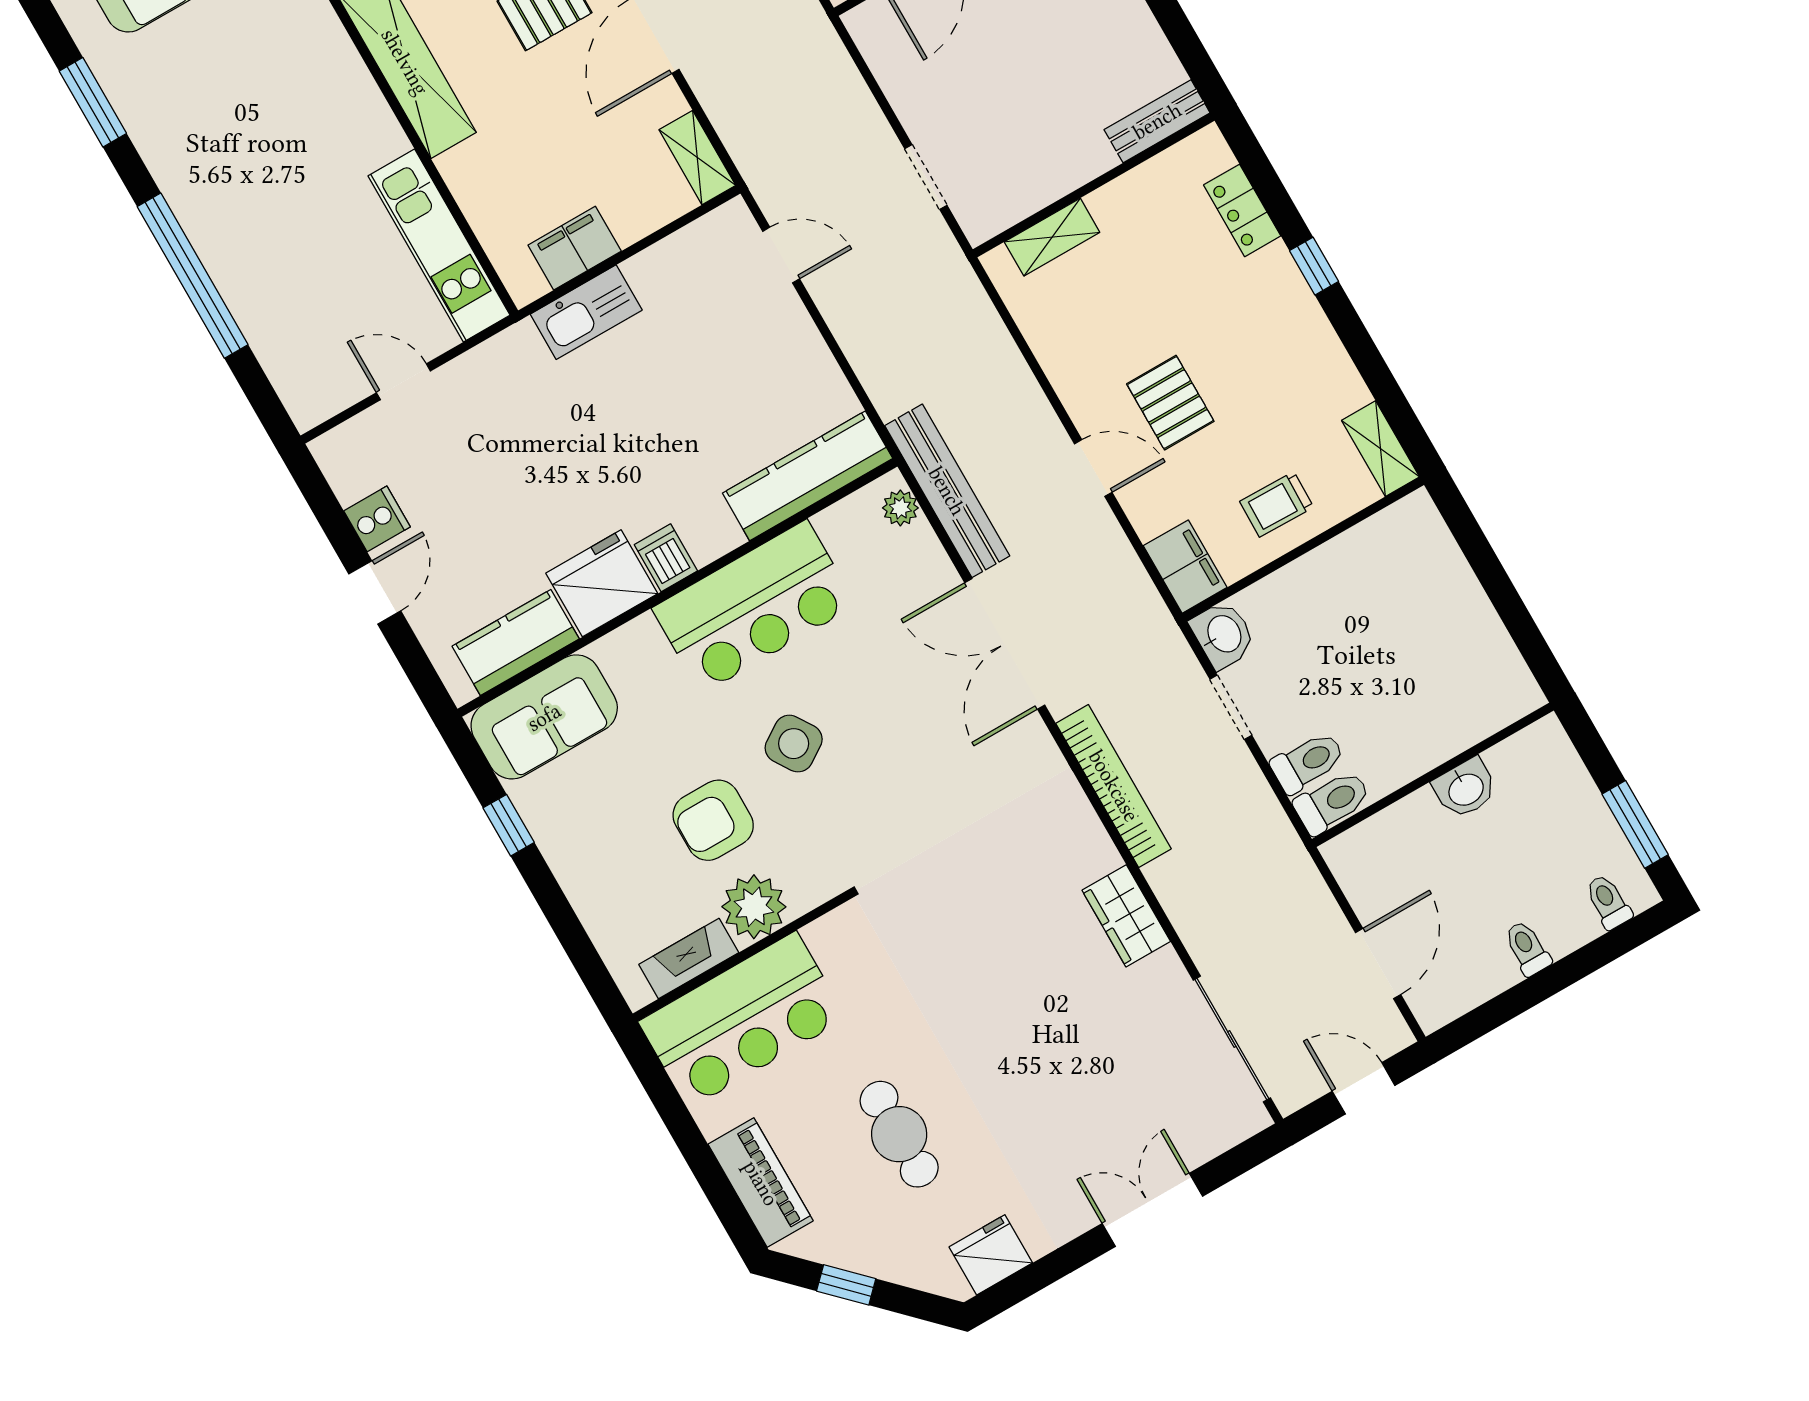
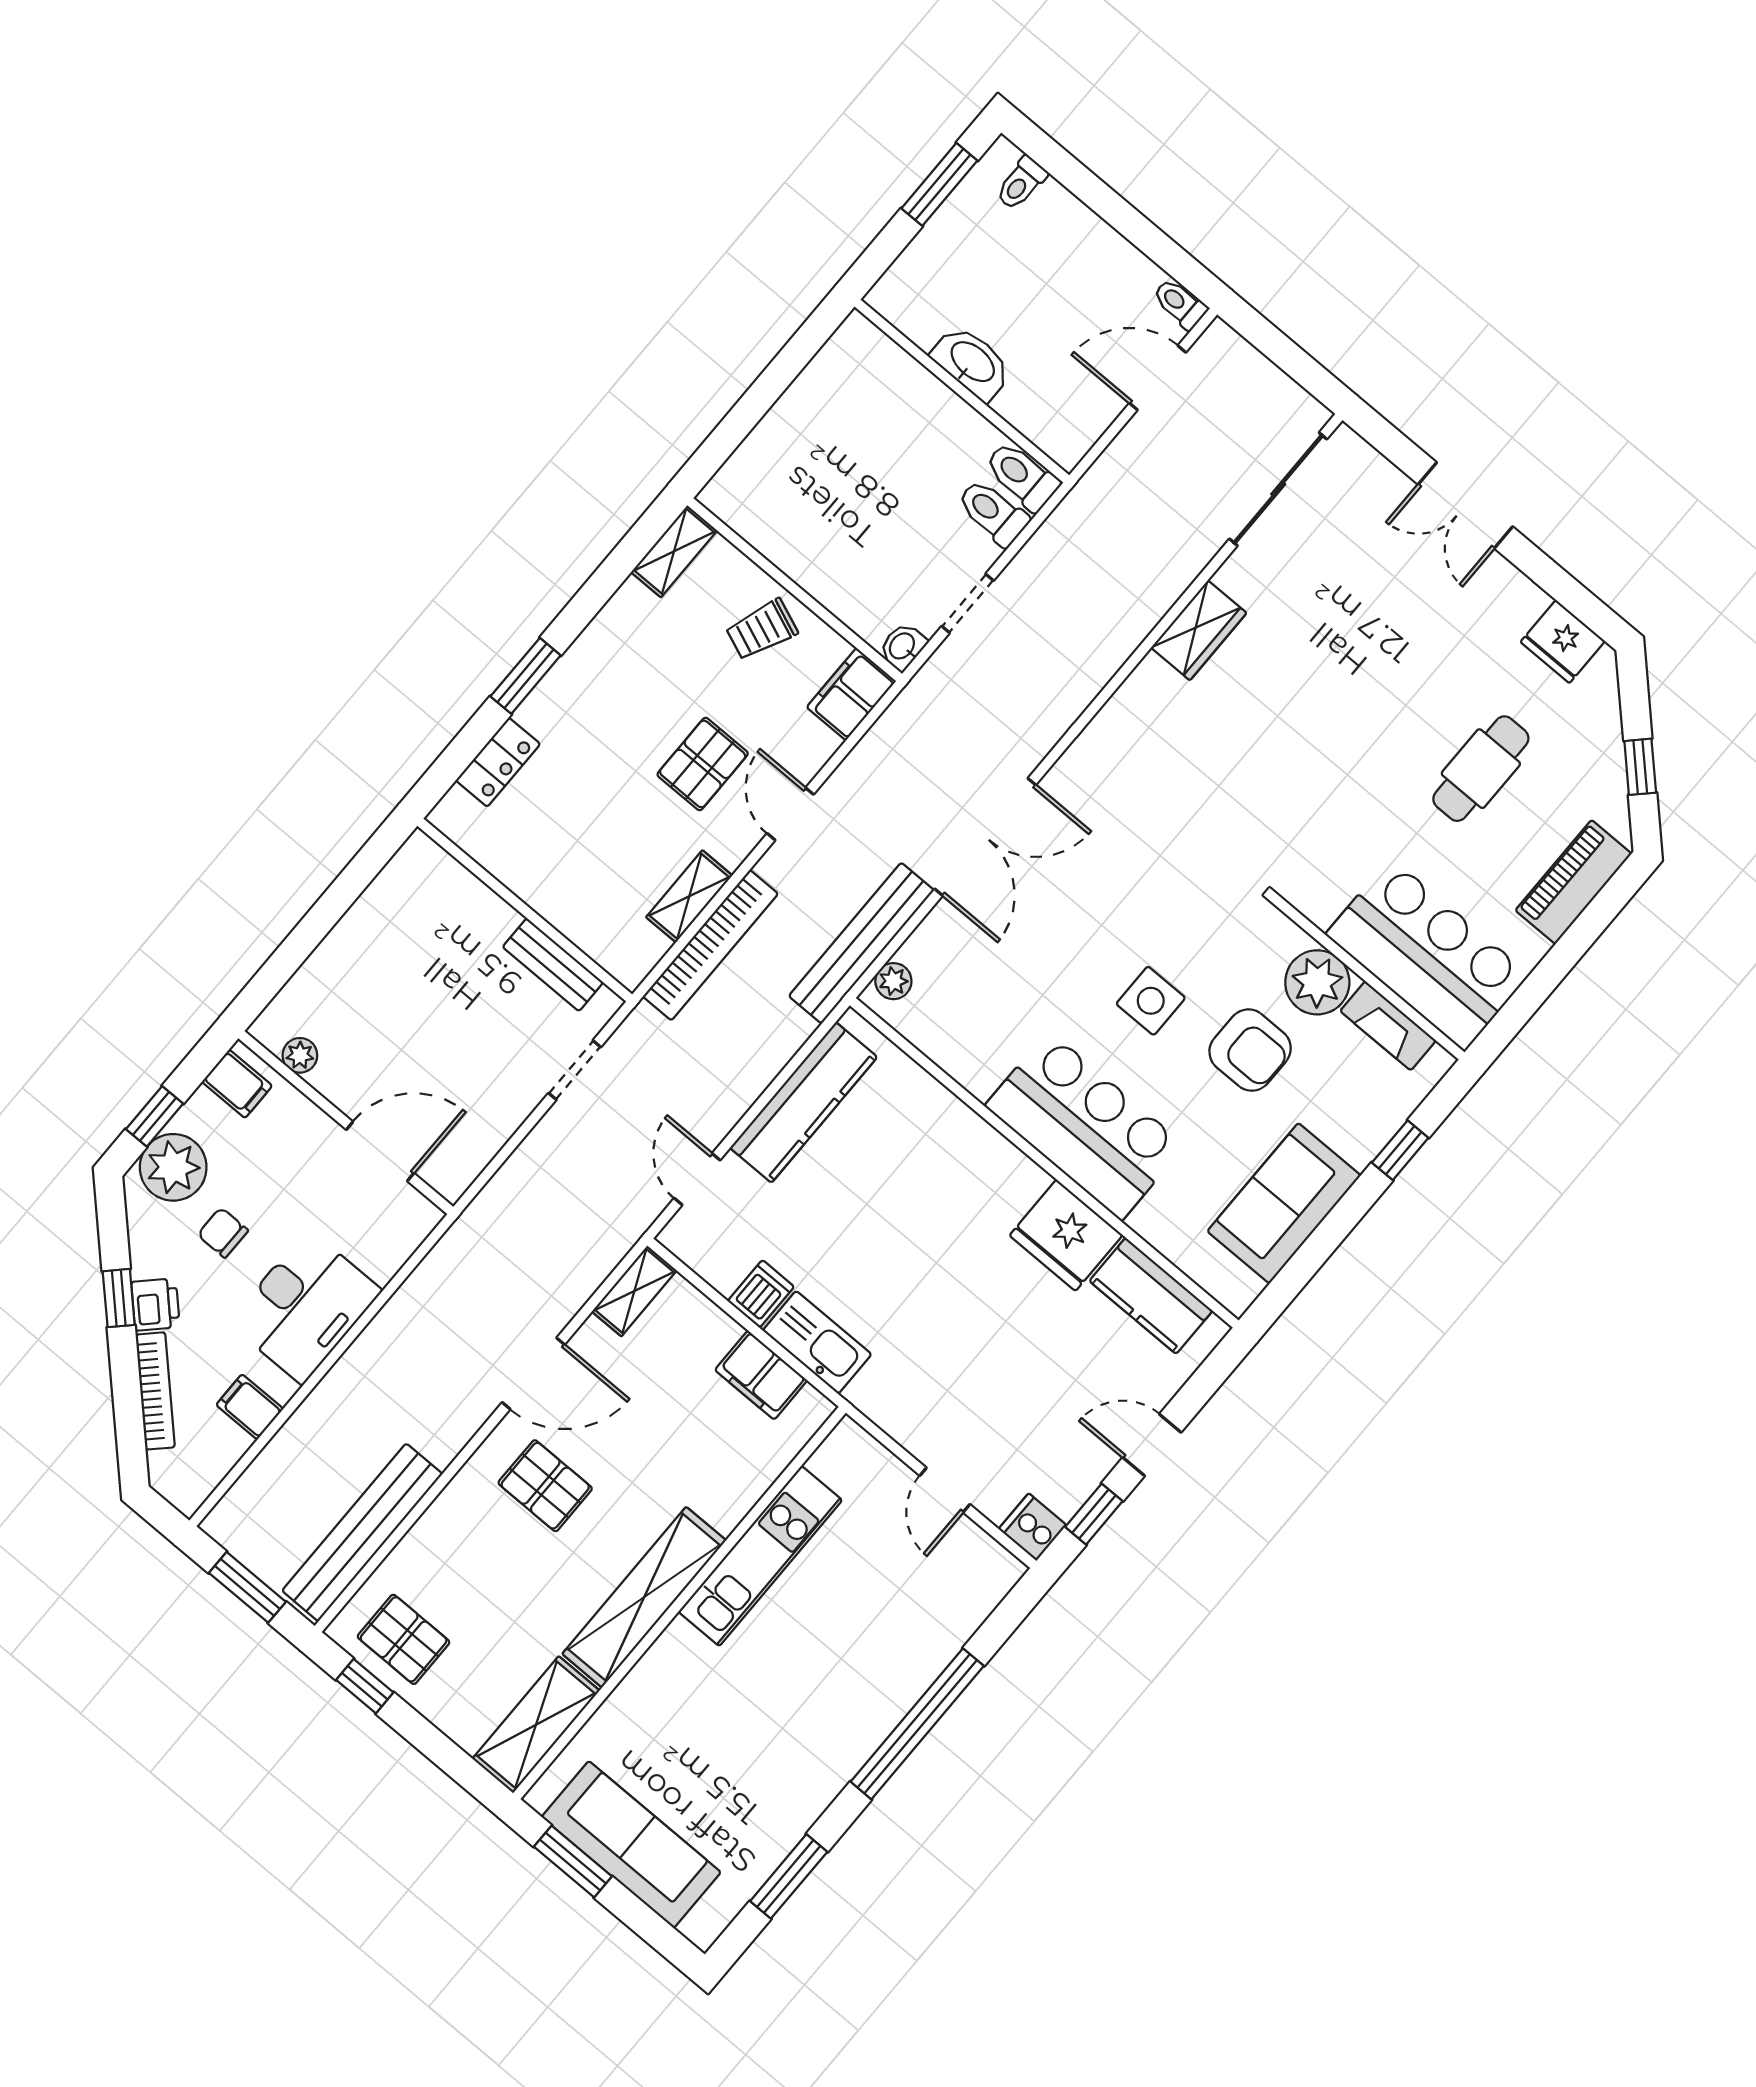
bench: (1157, 121) -> (553, 965), moved
shelving: (1052, 237) -> (689, 896), moved, turned 90
kitchen unit: (439, 245) -> (760, 1556), moved
window: (1314, 266) -> (526, 676), width x1.50
kitchen counter: (808, 476) -> (804, 1102), moved, turned -90
trolley: (1277, 504) -> (762, 630), turned 111
window: (330, 514) -> (1094, 1514), added
cooker: (377, 519) -> (1032, 1527), moved
dishwasher: (666, 558) -> (761, 1294), moved, turned 180
bar counter: (754, 607) -> (1085, 1126), moved
washbasin: (1223, 635) -> (903, 647), width x0.72, depth x0.69
sofa: (544, 717) -> (1284, 1203), moved, turned -90
side table: (794, 744) -> (1151, 1001), turned 33
bookcase: (1114, 786) -> (710, 945), moved, turned 180
washbasin: (1465, 788) -> (972, 363), width x1.38
window: (509, 825) -> (1400, 1150), moved
toilet: (1527, 948) -> (1180, 304), moved, turned 90
door: (1364, 1088) -> (1279, 349), removed

